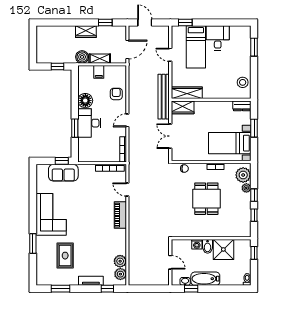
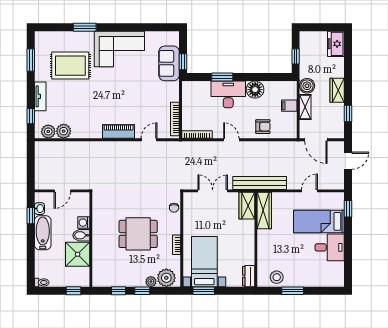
freezer: (47, 33) -> (336, 44), added
window: (254, 47) -> (293, 291), moved
window: (254, 128) -> (204, 291), moved
rug: (65, 256) -> (70, 66), width x1.36, depth x1.43

